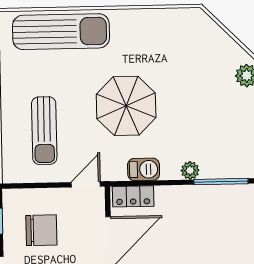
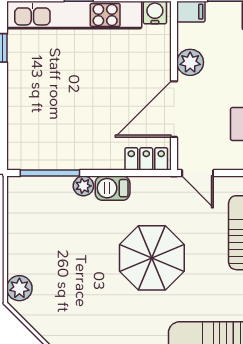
barbecue: (144, 169) -> (113, 188), moved
door: (86, 184) -> (198, 173), hinge flipped

